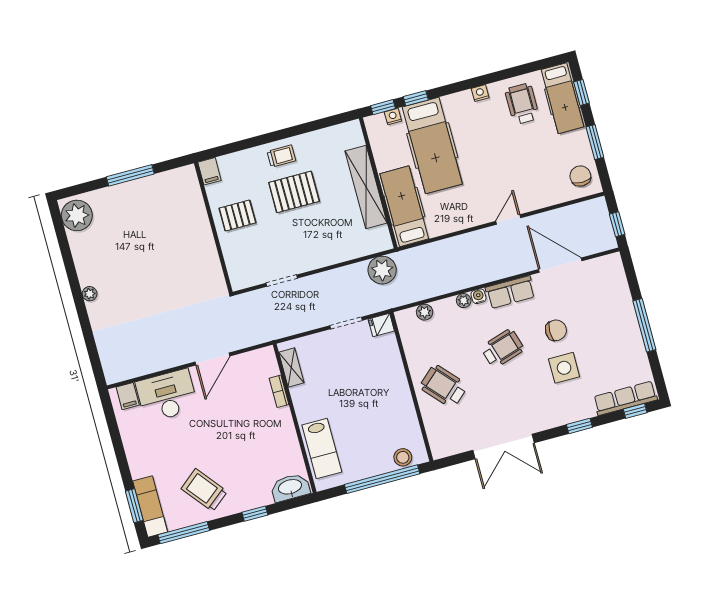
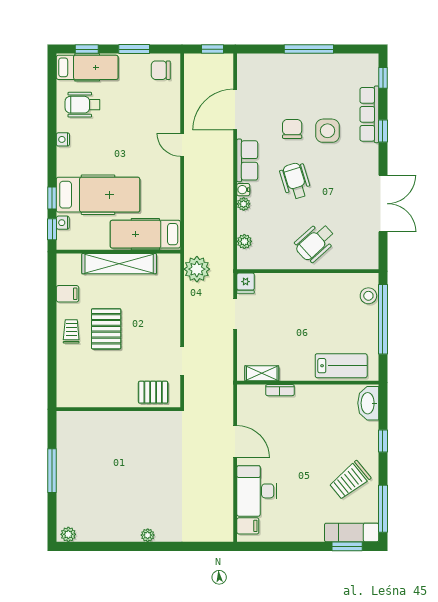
filing cabinet: (209, 171) -> (67, 294), moved
plant: (77, 215) -> (68, 534), width x0.53, depth x0.53
pallet: (237, 215) -> (153, 392), moved, turned 90
row of seats: (625, 398) -> (369, 114), moved

